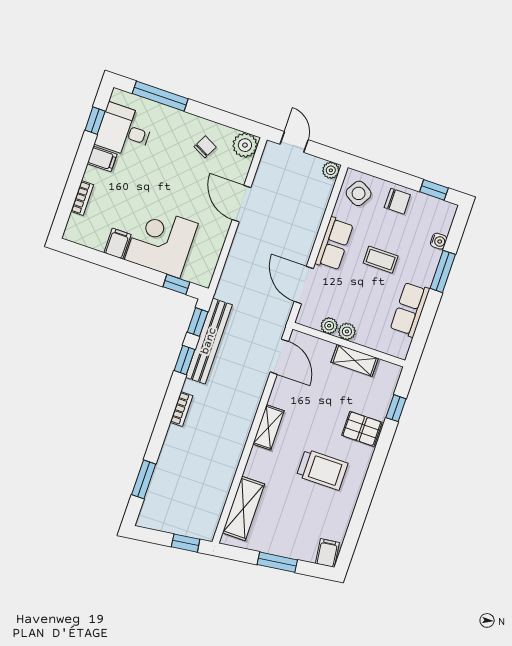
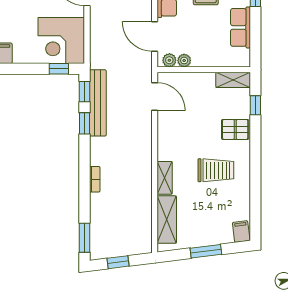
corner desk: (161, 242) -> (61, 40), moved, turned -90
plant: (347, 331) -> (169, 60), moved
shelving: (355, 360) -> (233, 80), moved
bookcase: (181, 409) -> (95, 179), moved
shelving: (268, 427) -> (165, 178), moved
window: (144, 479) -> (84, 238), moved
window: (186, 543) -> (118, 262), moved

